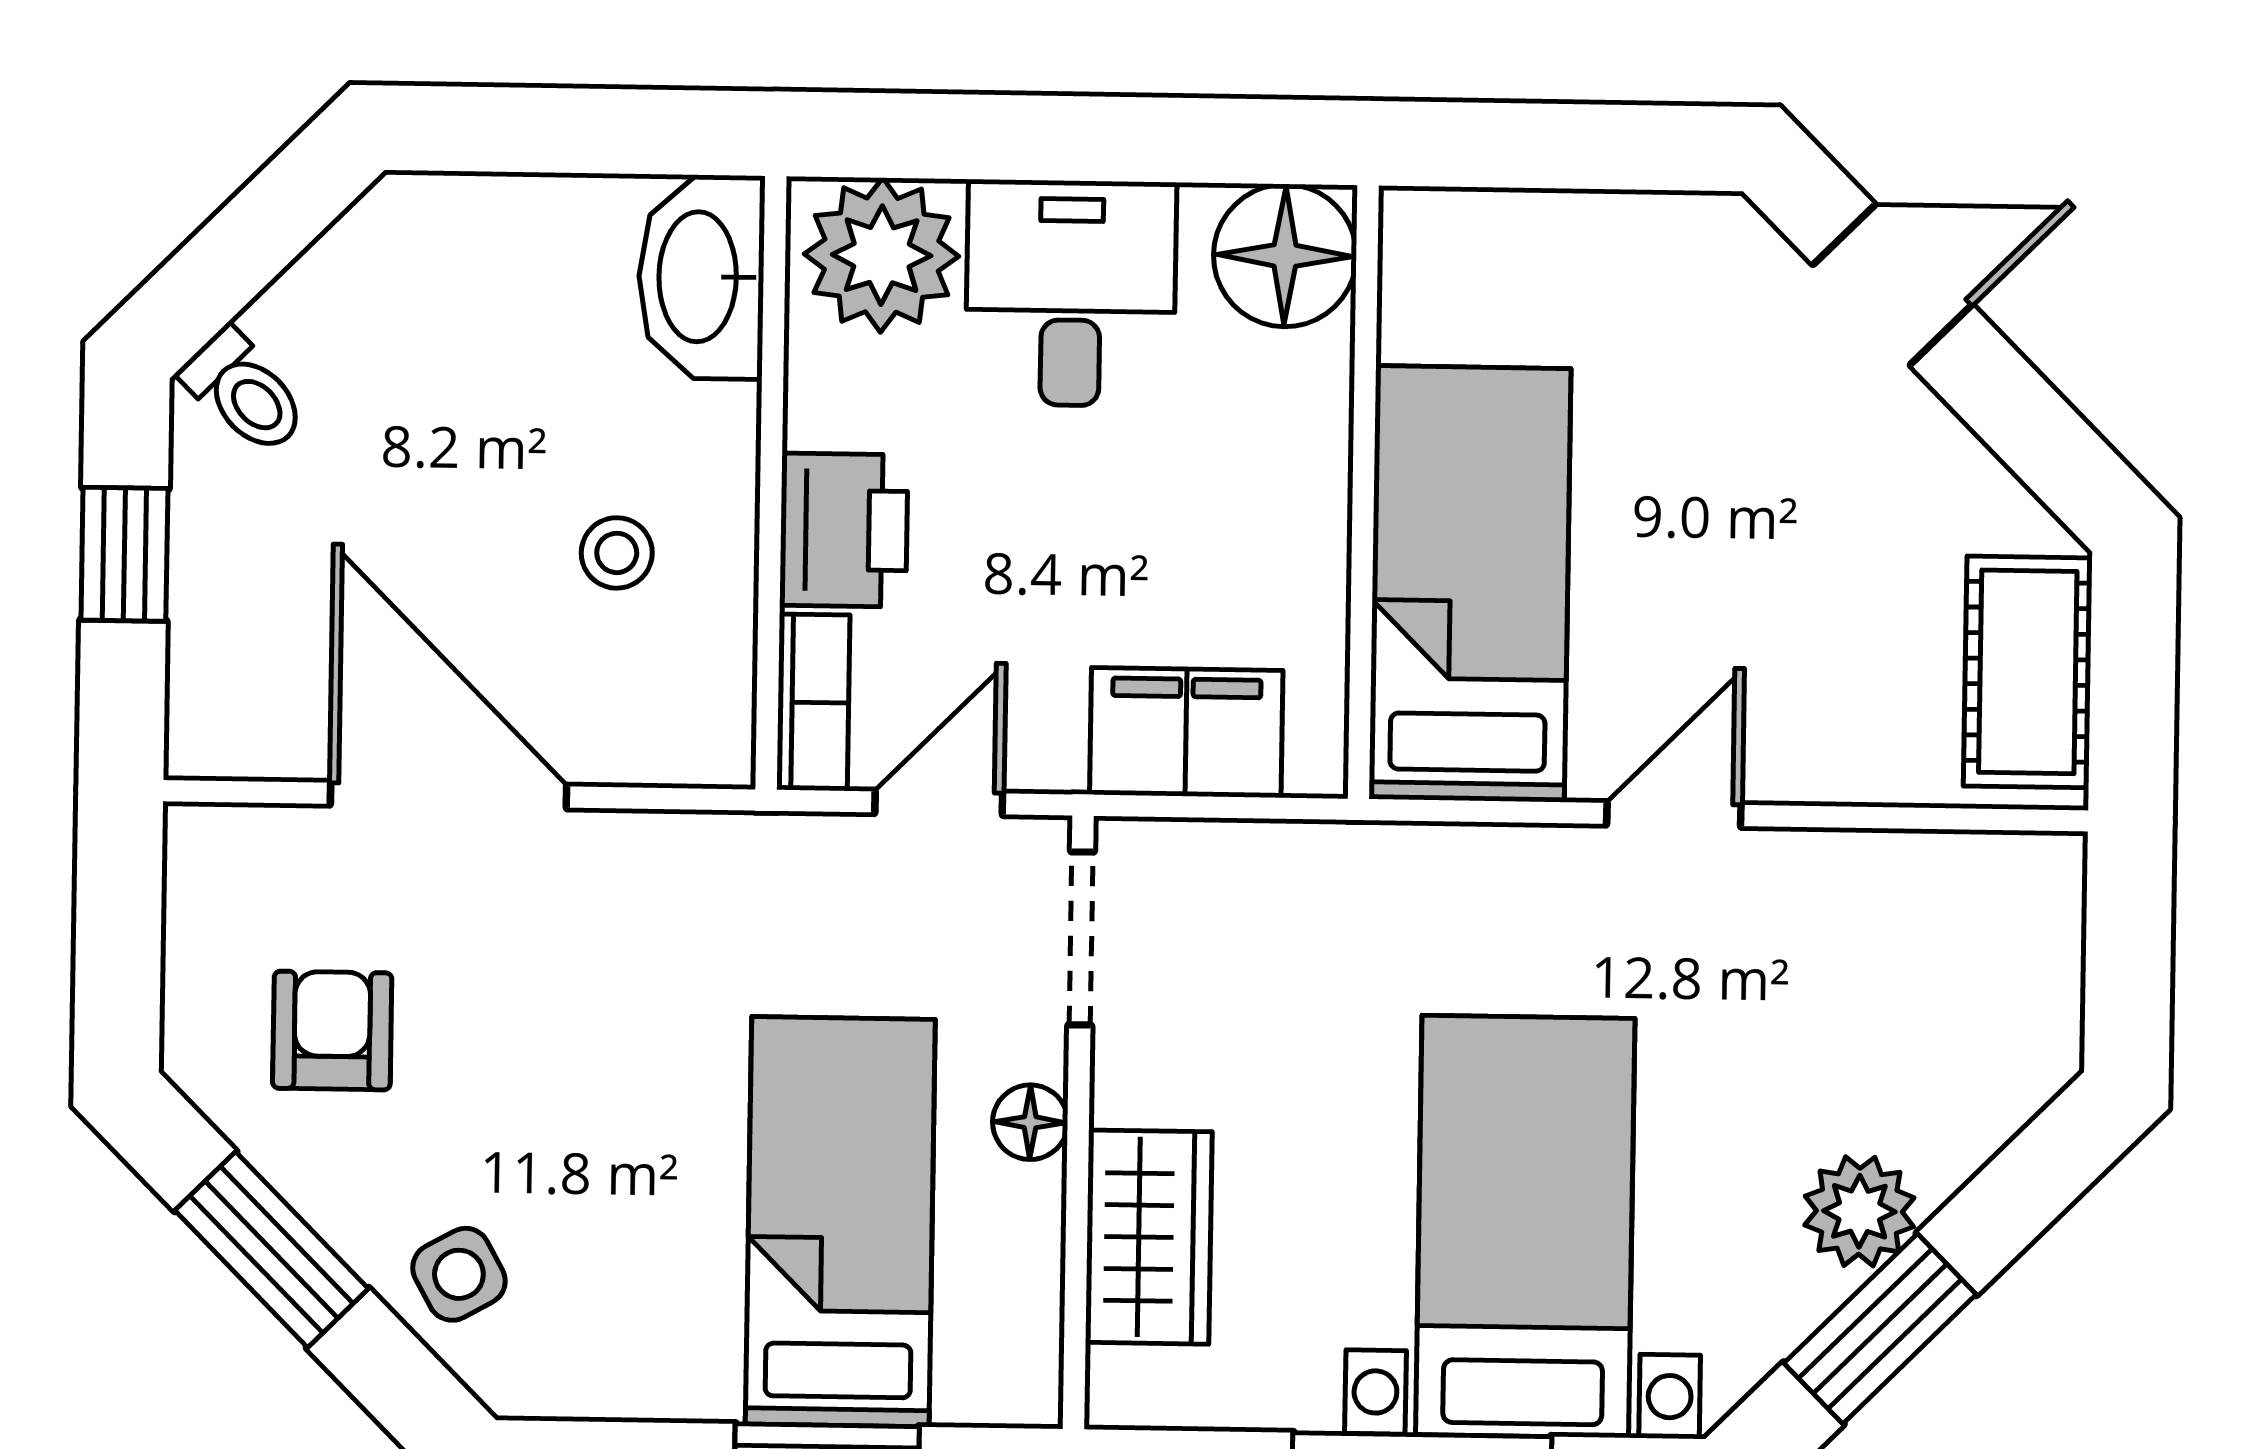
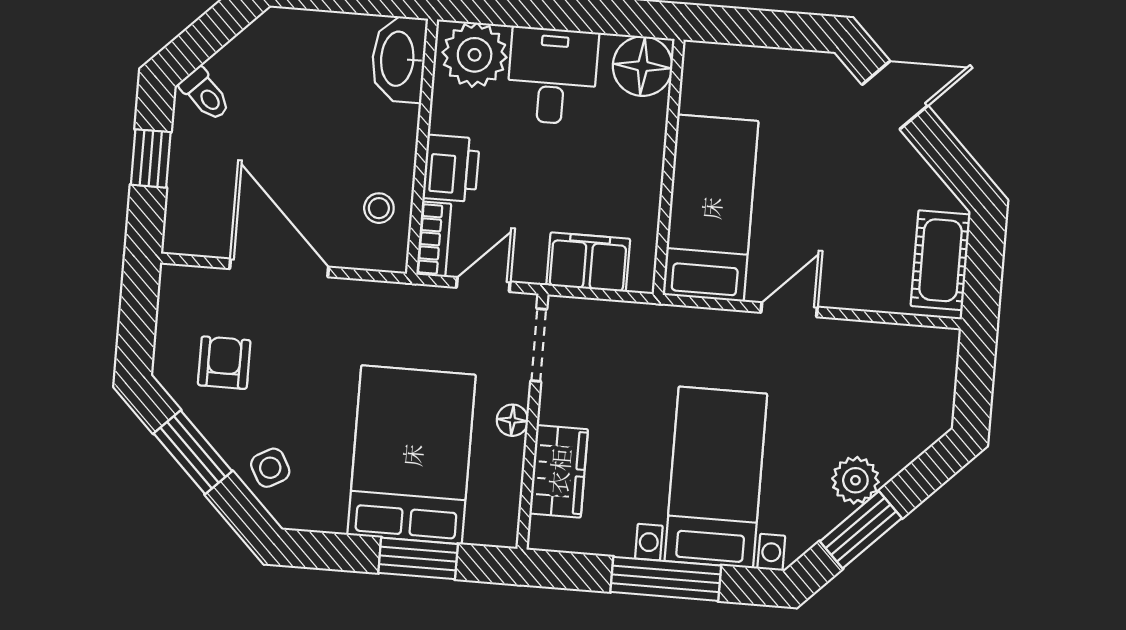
stool: (617, 553) -> (379, 208), moved
bed: (840, 1222) -> (412, 455), width x1.50

